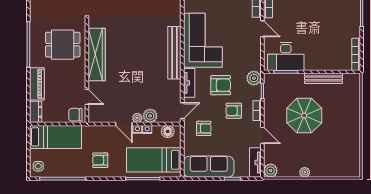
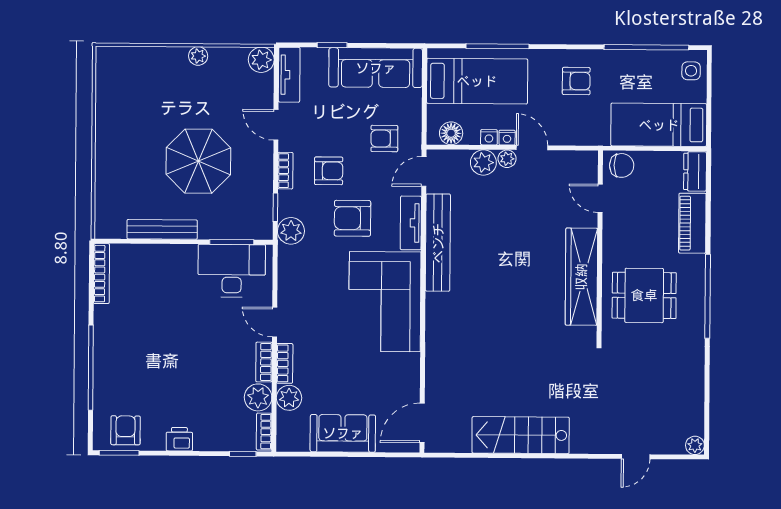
bench: (174, 53) -> (438, 243), moved

